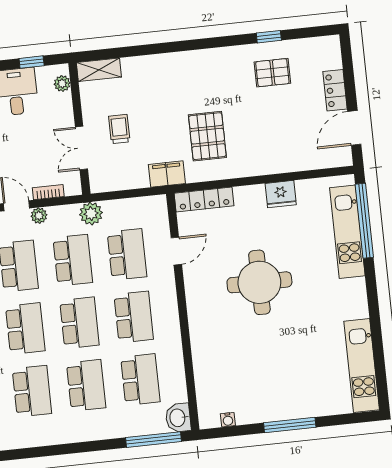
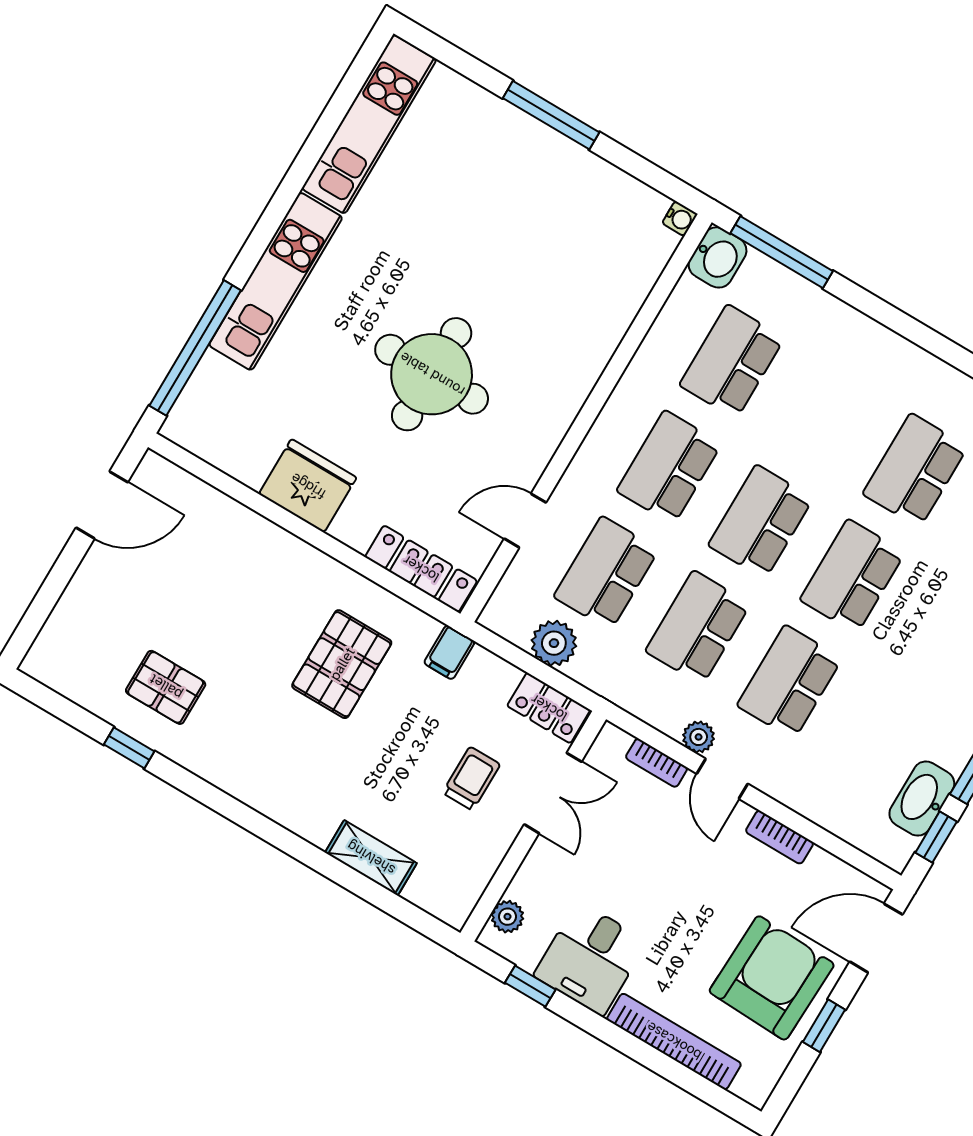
shelving: (99, 70) -> (371, 858), moved
locker: (335, 90) -> (549, 708), moved, turned 90
trolley: (119, 129) -> (471, 779), turned 180
filing cabinet: (167, 174) -> (449, 652), width x0.50
fridge: (281, 194) -> (308, 486), width x1.36, depth x1.34
plant: (91, 214) -> (554, 643), moved
kitchen unit: (347, 232) -> (276, 281), moved
school desk: (86, 385) -> (824, 416), removed
water cooler: (228, 420) -> (680, 219), moved, turned 90

